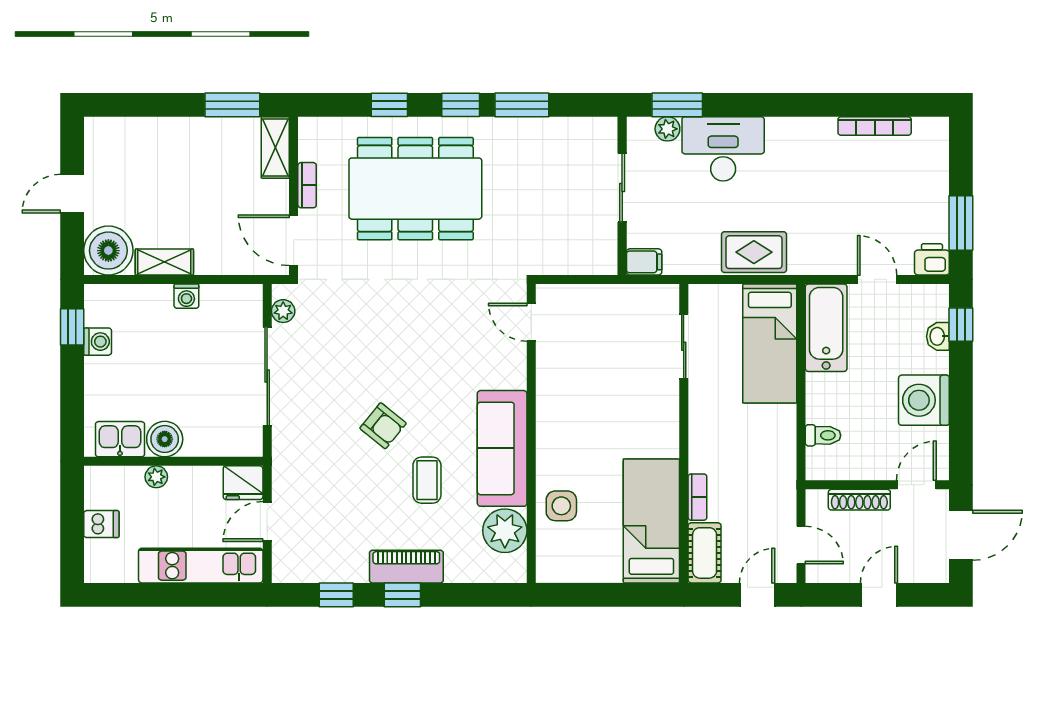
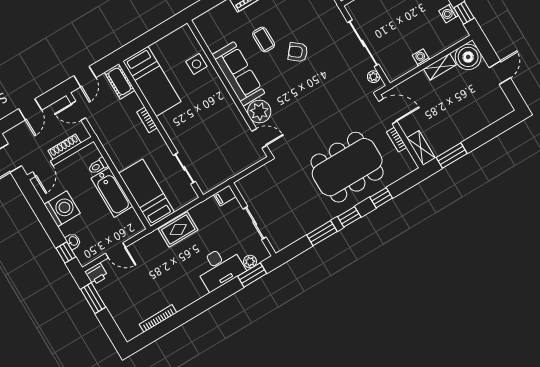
bathtub: (826, 328) -> (112, 192), moved
bookcase: (697, 497) -> (147, 120), moved
plant: (505, 531) -> (259, 112), moved

